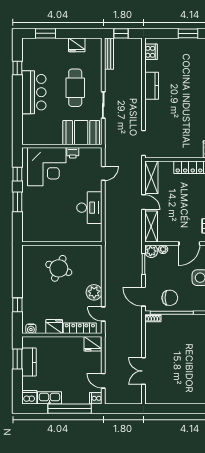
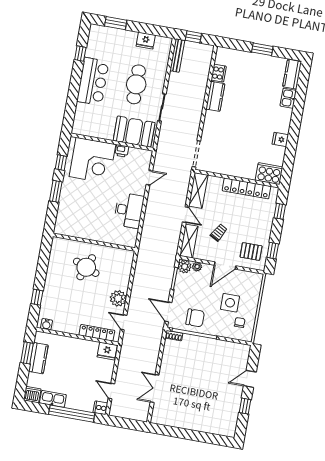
cooker: (151, 52) -> (219, 73), moved
trolley: (178, 213) -> (219, 233), added
fridge: (54, 327) -> (71, 326), removed

